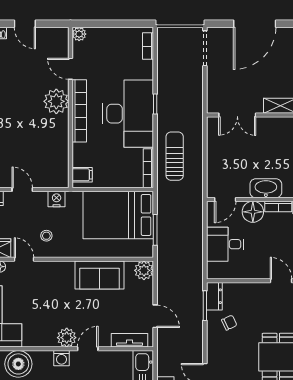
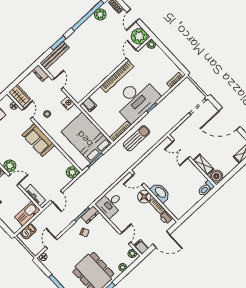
plant: (56, 101) -> (139, 36), moved
desk: (225, 244) -> (110, 204), moved, turned -90
sofa: (99, 275) -> (38, 140), moved

